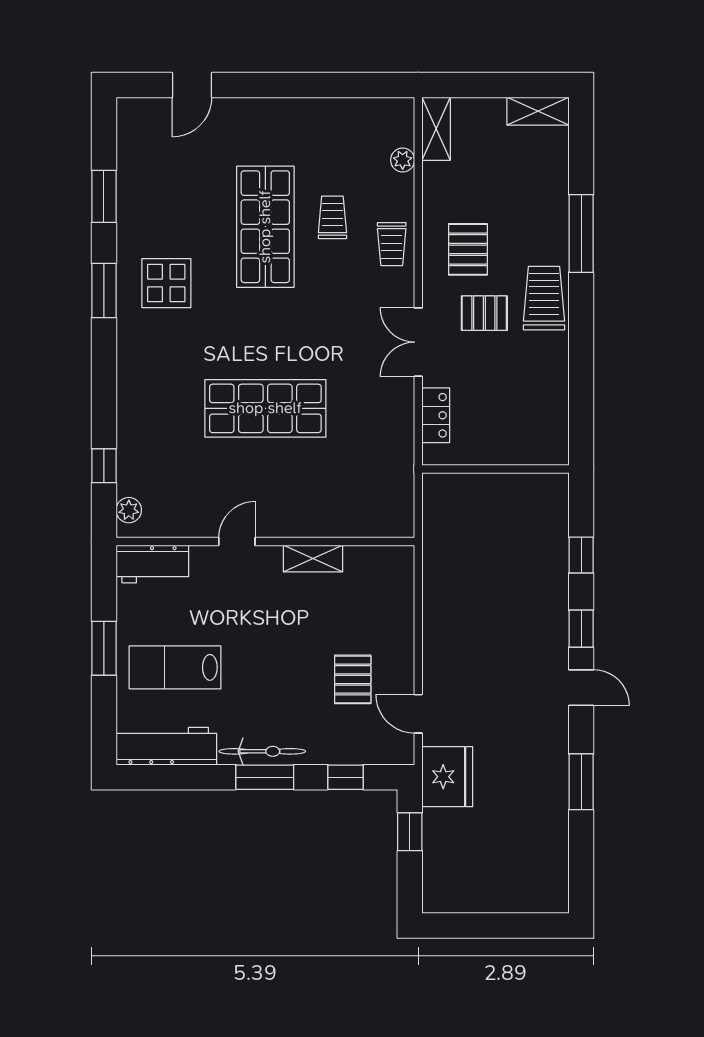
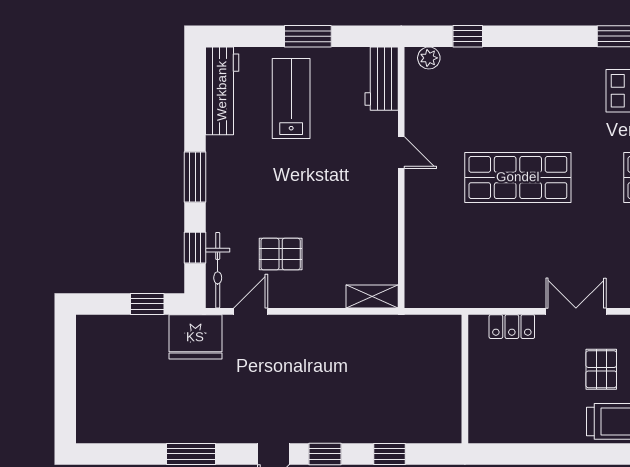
shop shelf: (265, 408) -> (518, 177), turned 90
shelving: (313, 559) -> (372, 297), moved, turned 90
bicycle: (262, 751) -> (218, 270), moved

